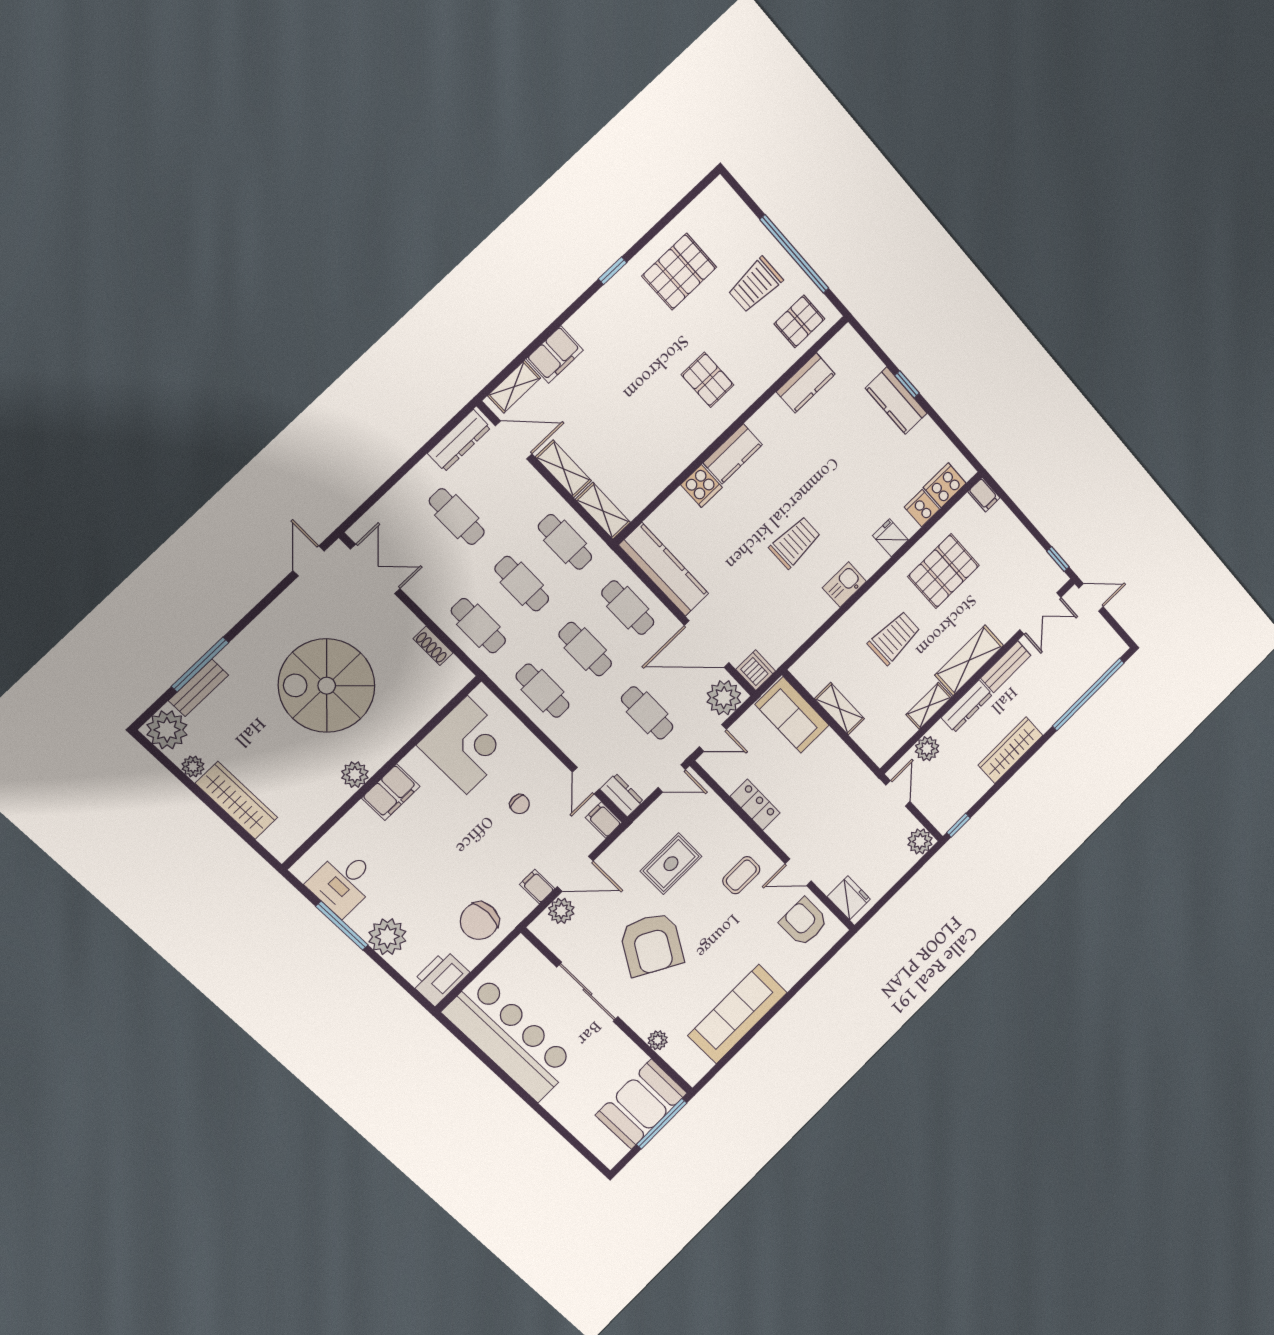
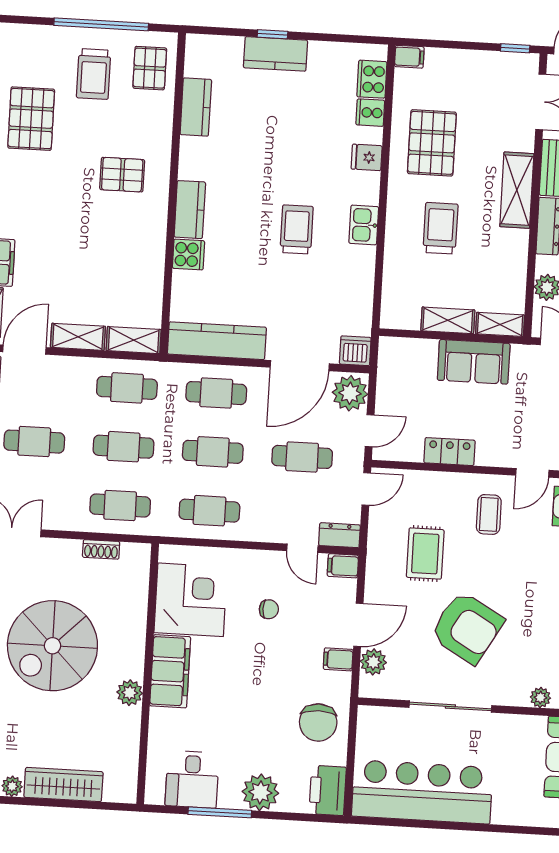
shelving: (929, 706) -> (500, 324), moved, turned 90
sofa: (792, 715) -> (474, 362), moved
filing cabinet: (391, 792) -> (170, 671), width x1.50, depth x1.17

